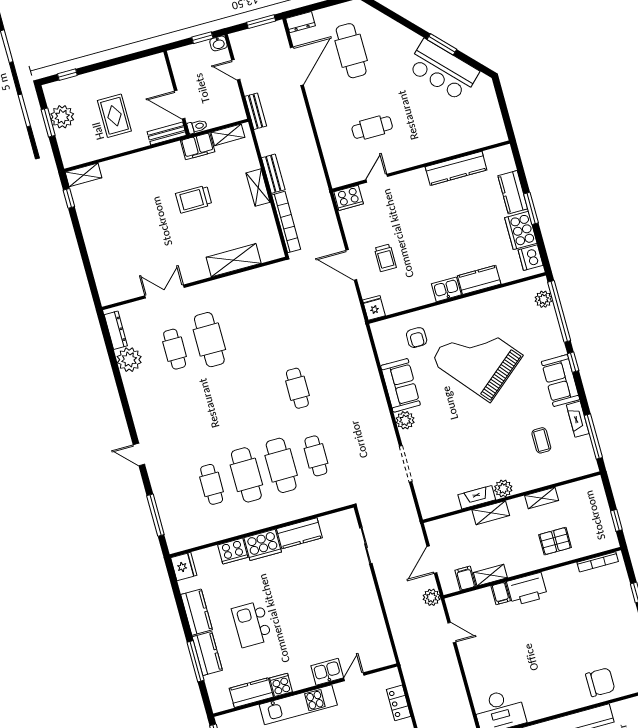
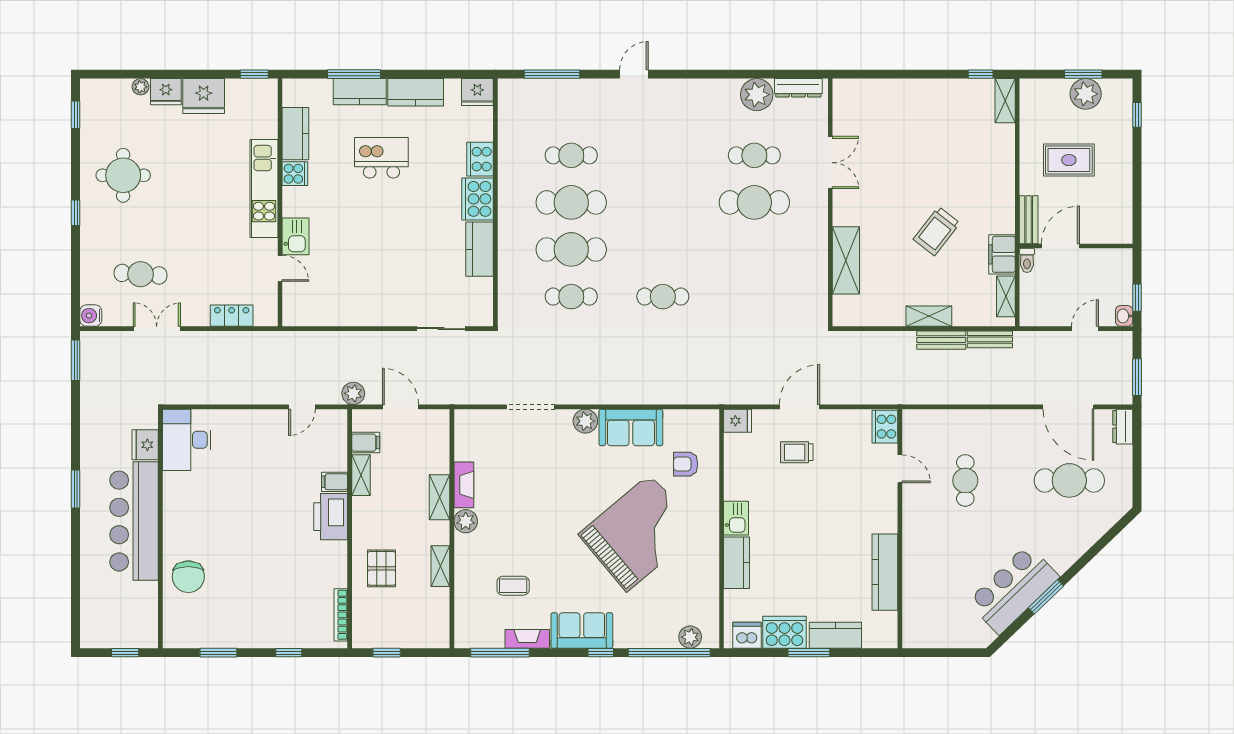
bench: (256, 111) -> (990, 339), moved
trolley: (194, 199) -> (937, 231), turned -142
bookcase: (286, 222) -> (876, 340), removed

